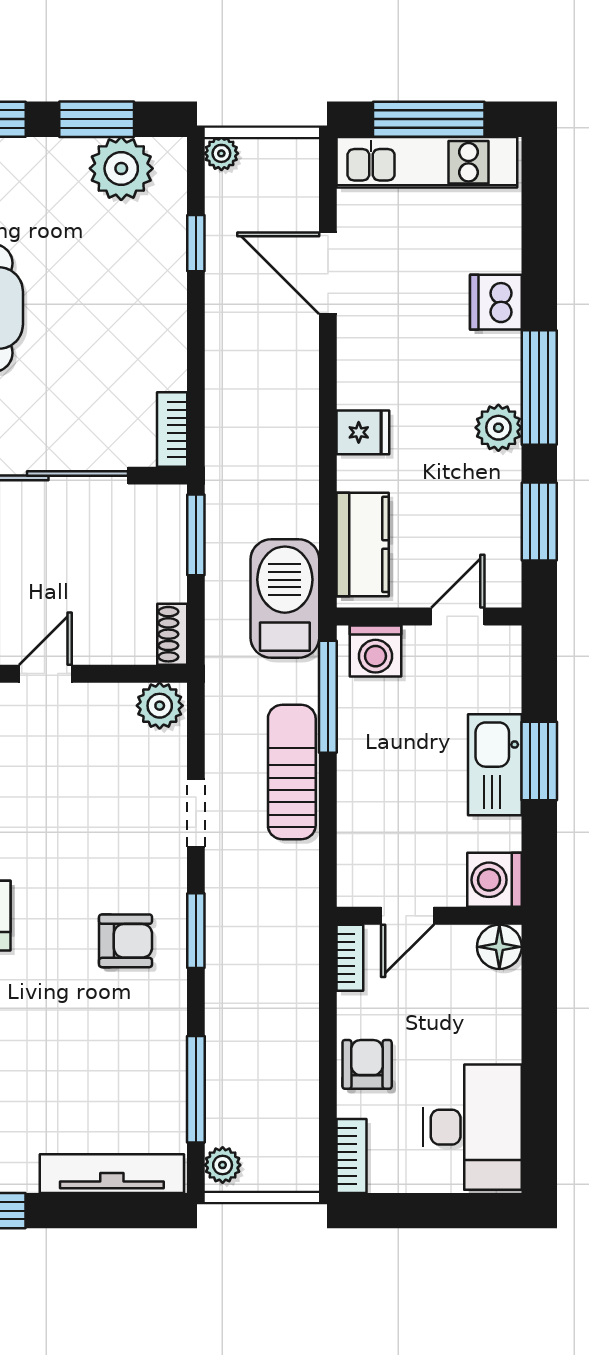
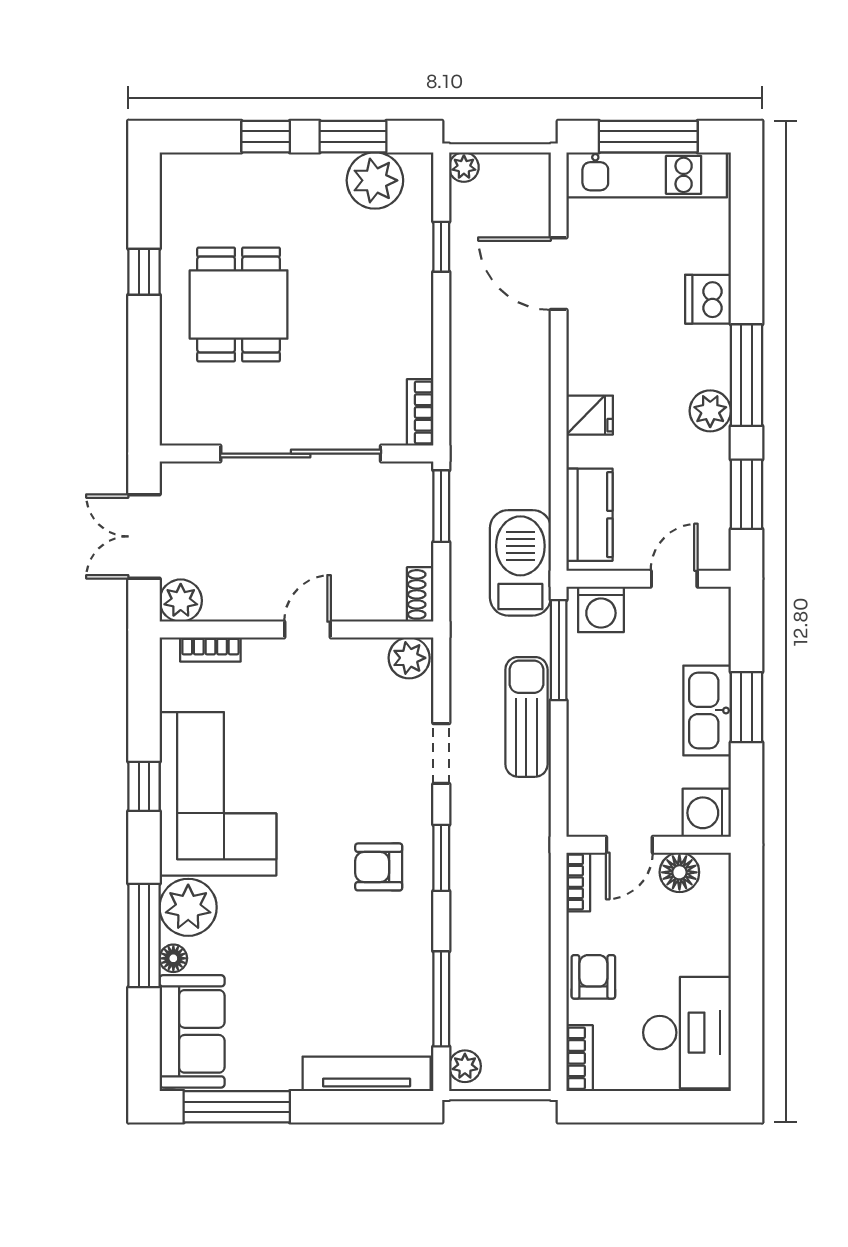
armchair: (126, 941) -> (379, 867), turned 180
floor lamp: (499, 947) -> (679, 872), moved

